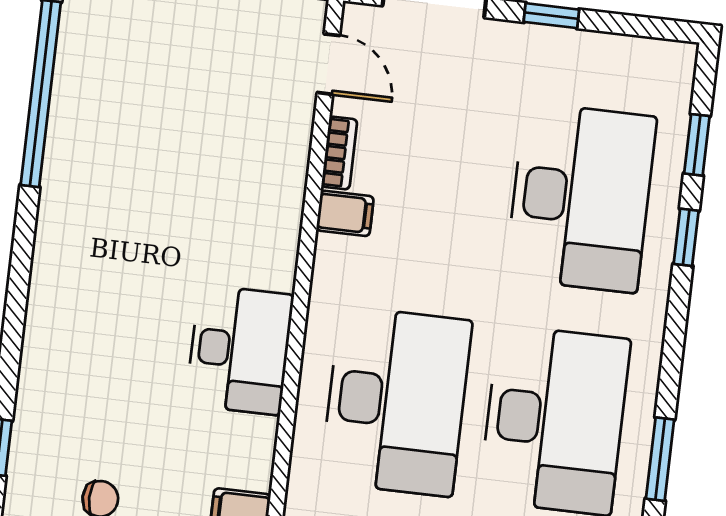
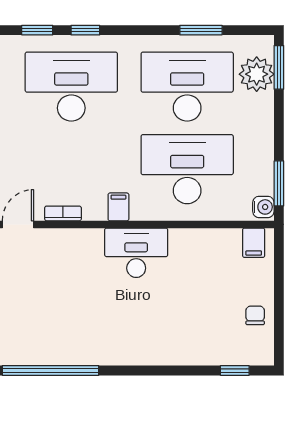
filing cabinet: (345, 213) -> (118, 207), moved
desk: (240, 350) -> (136, 253), moved

